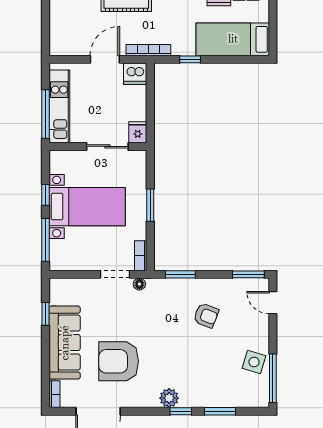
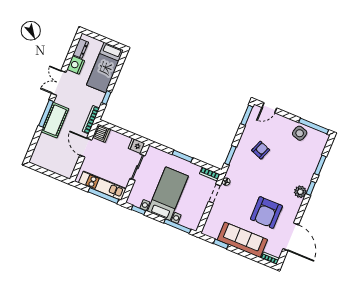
window: (45, 195) -> (138, 210), moved

